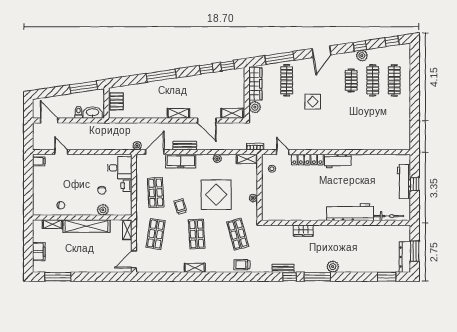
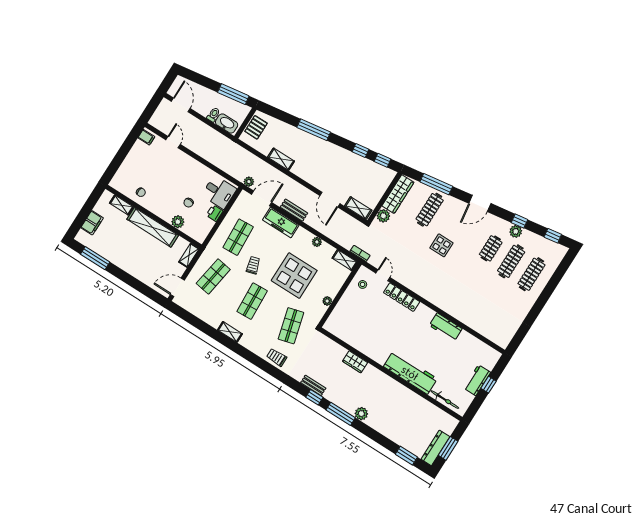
shelving: (178, 113) -> (281, 159), moved
workbench: (338, 161) -> (446, 327), moved
workbench: (404, 181) -> (477, 380), width x0.73

